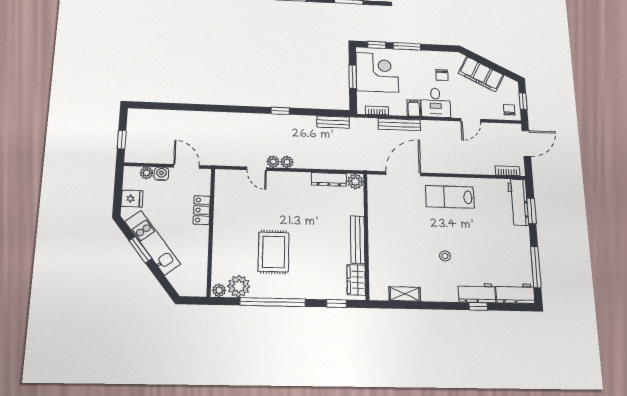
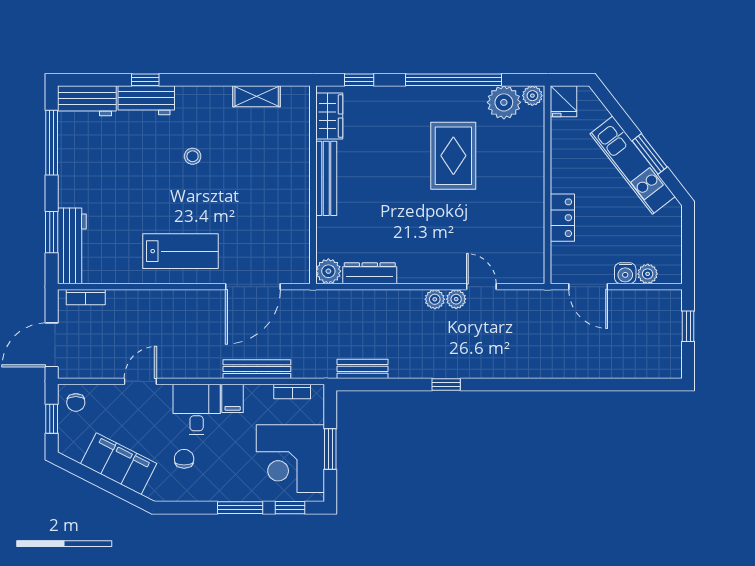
fridge: (132, 199) -> (563, 101), moved, turned -90

